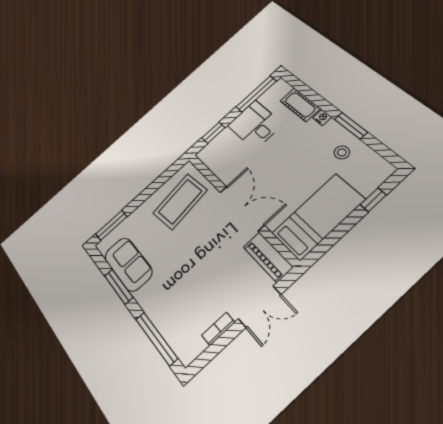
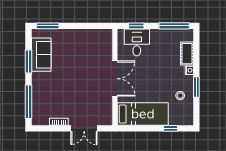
desk: (255, 125) -> (137, 42), moved
coffee table: (180, 202) -> (90, 47), removed
piano: (268, 257) -> (106, 111), removed

